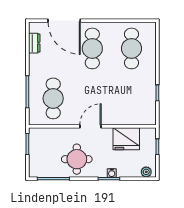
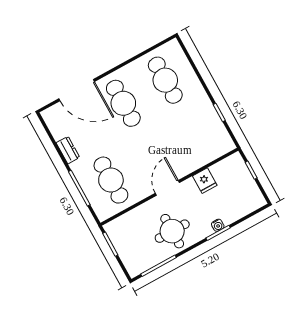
dresser: (34, 43) -> (68, 150), moved
fridge: (126, 139) -> (205, 181), width x0.53, depth x0.75
plant: (146, 172) -> (254, 204), removed

